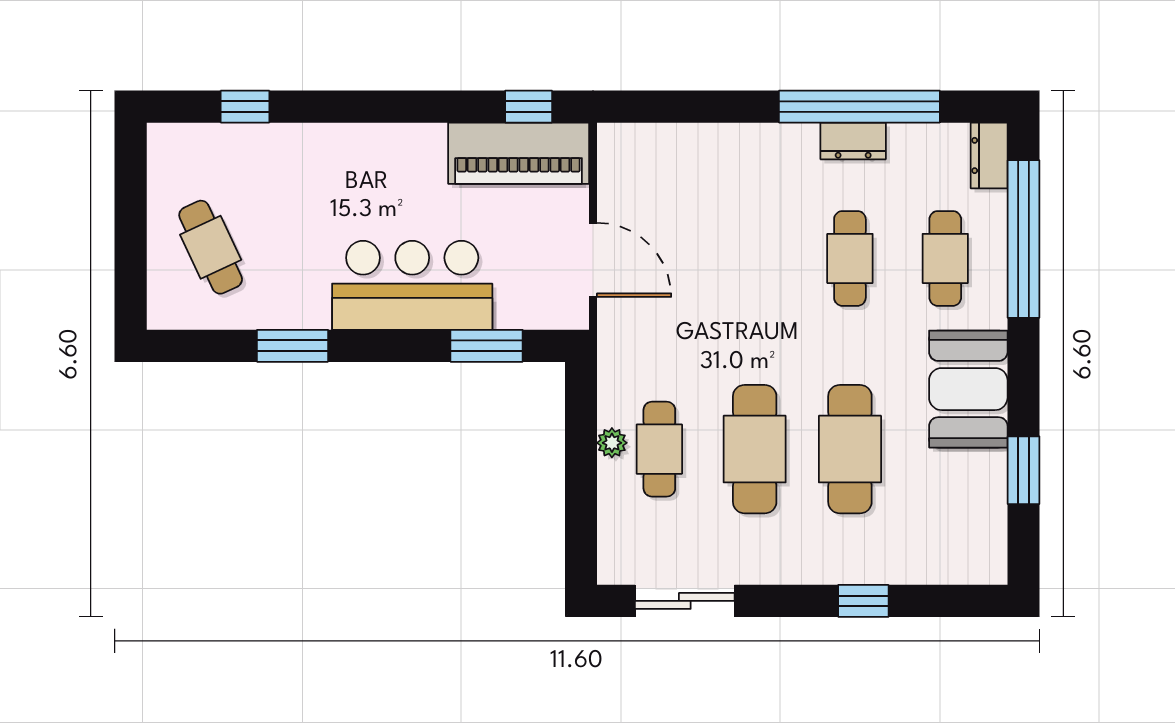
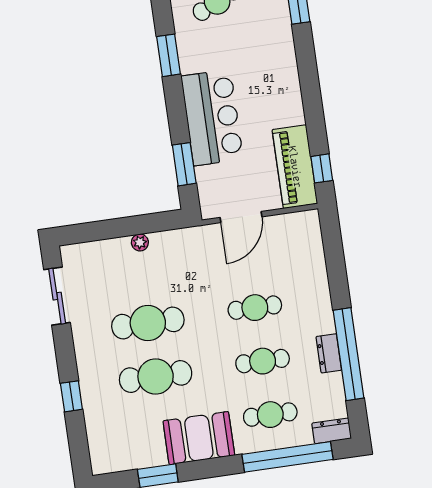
cafe table: (659, 449) -> (255, 308), moved

